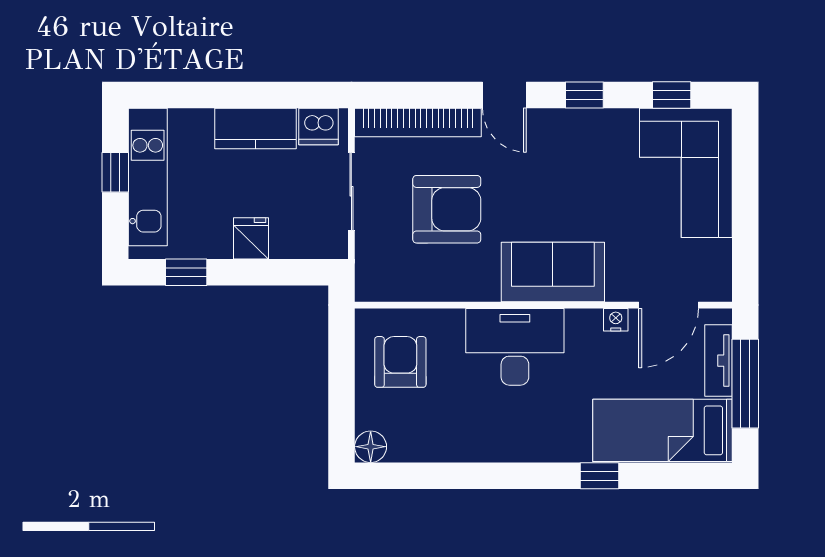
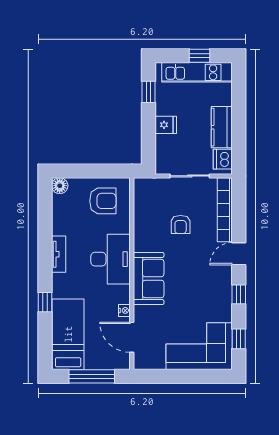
armchair: (447, 209) -> (181, 224), width x0.53, depth x0.53
tv unit: (718, 361) -> (59, 254), moved, turned 90

